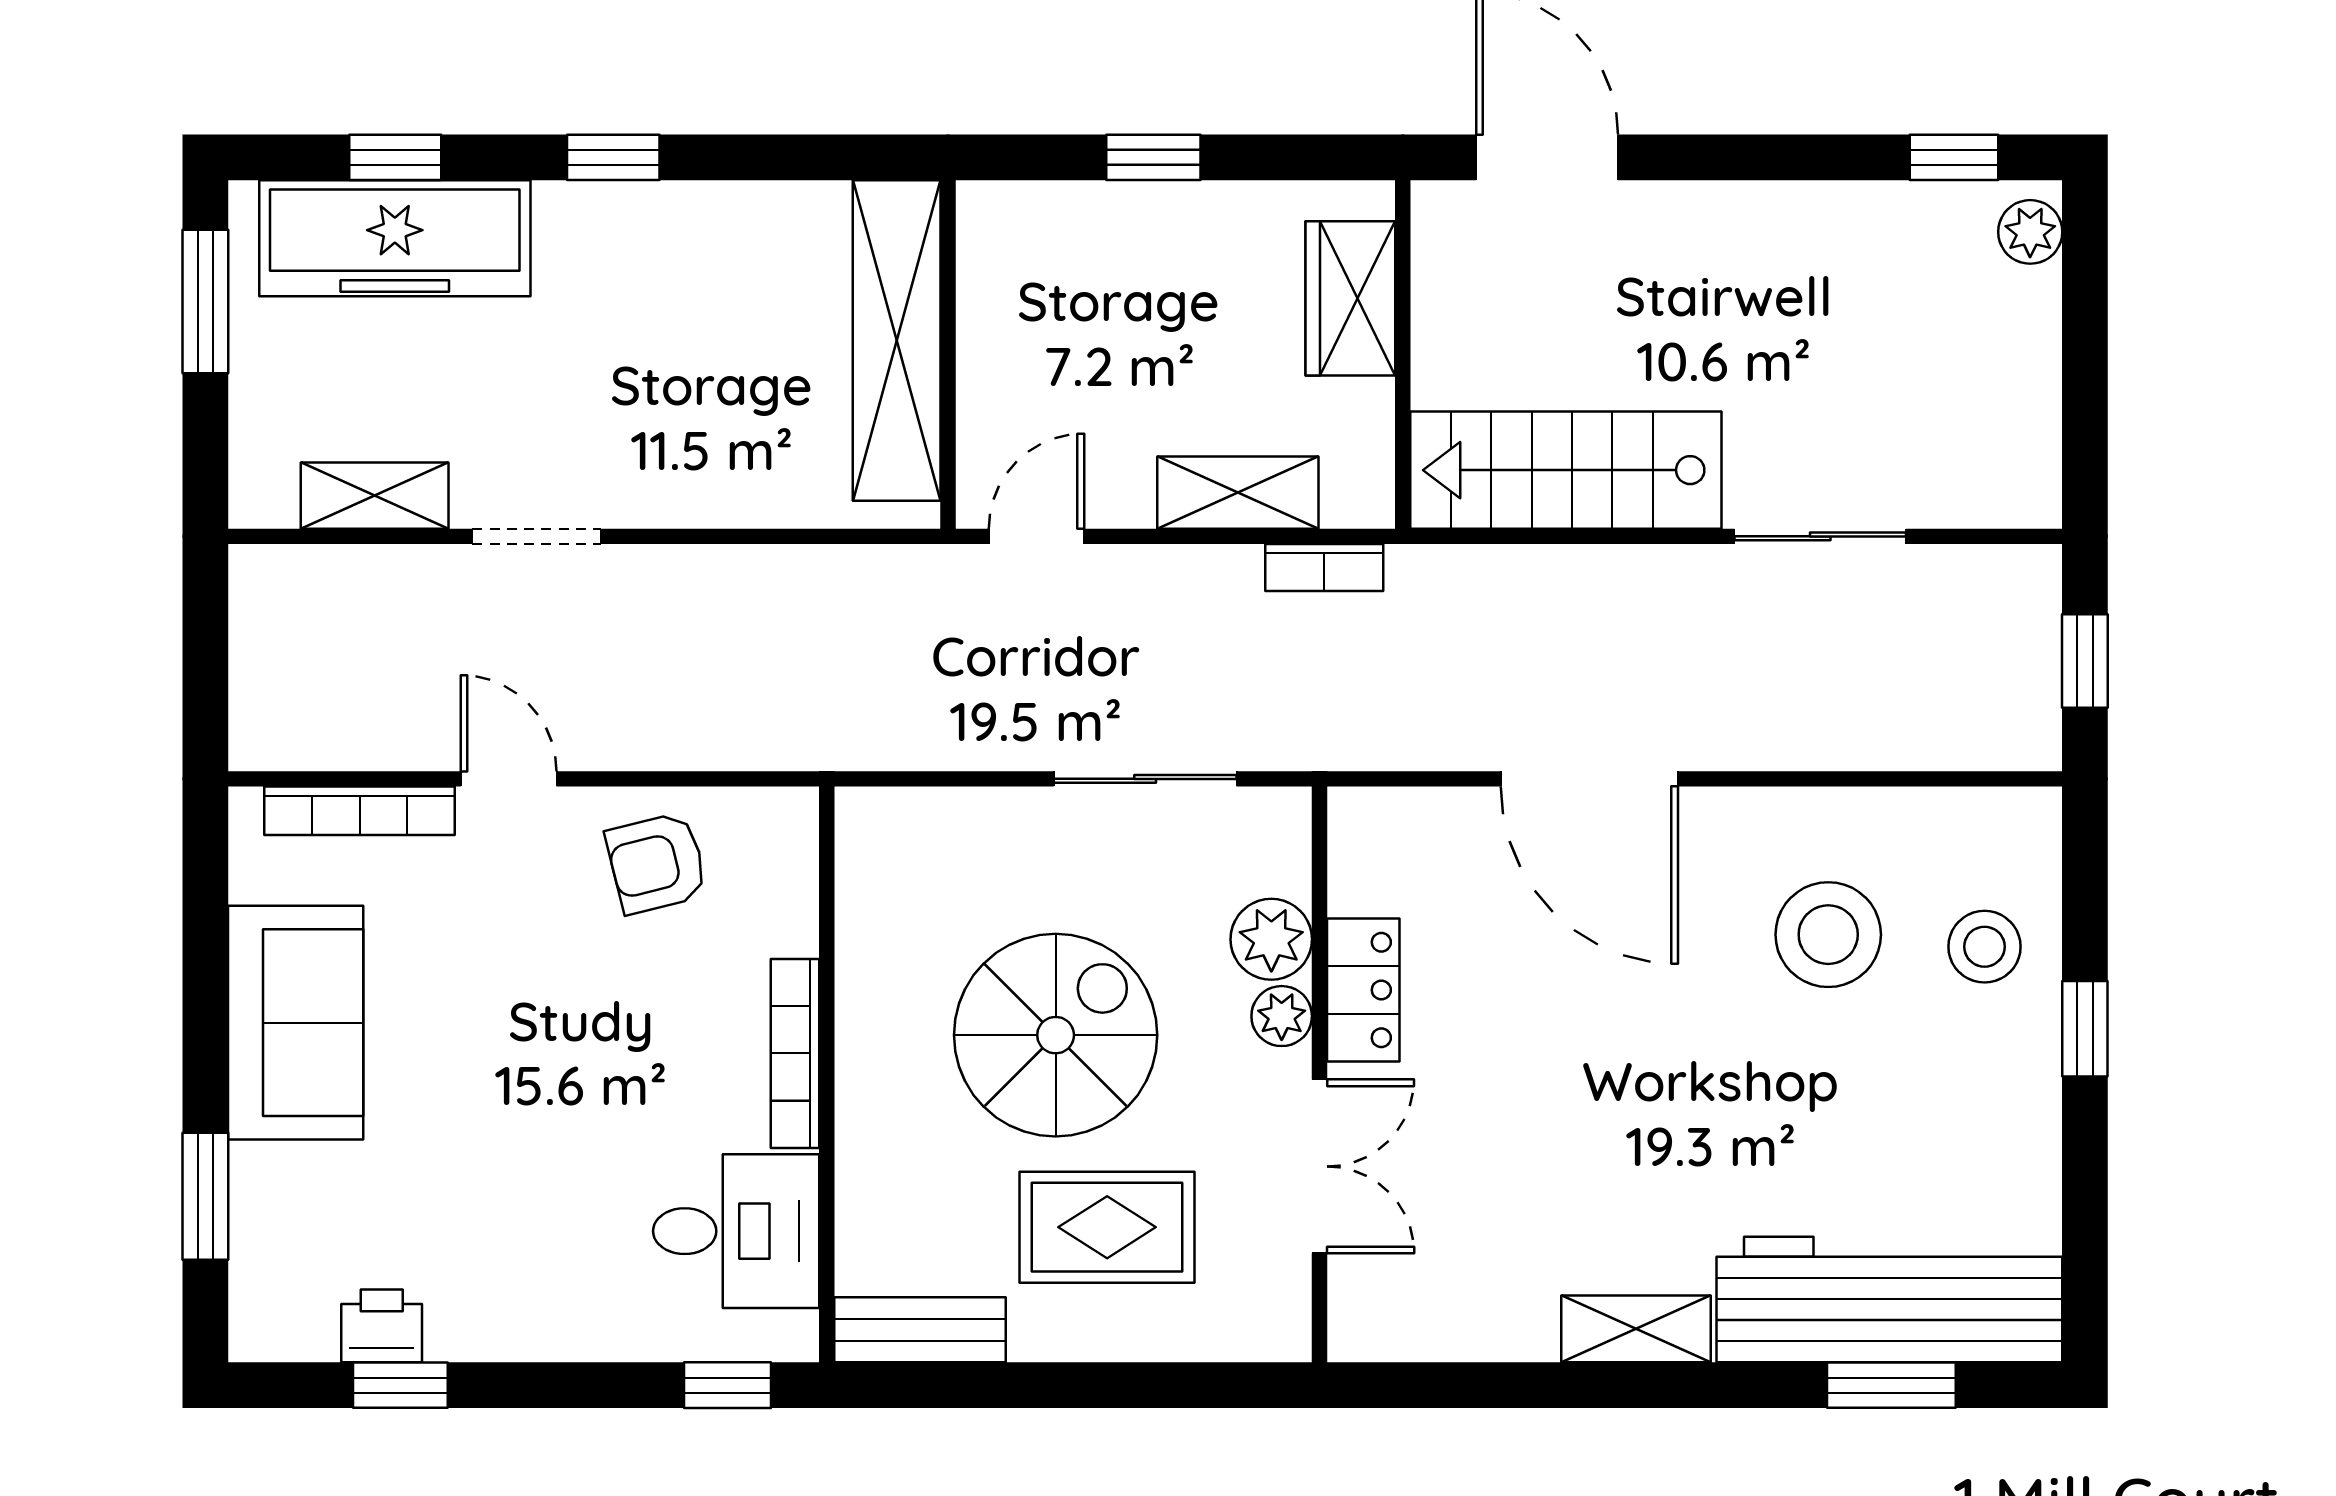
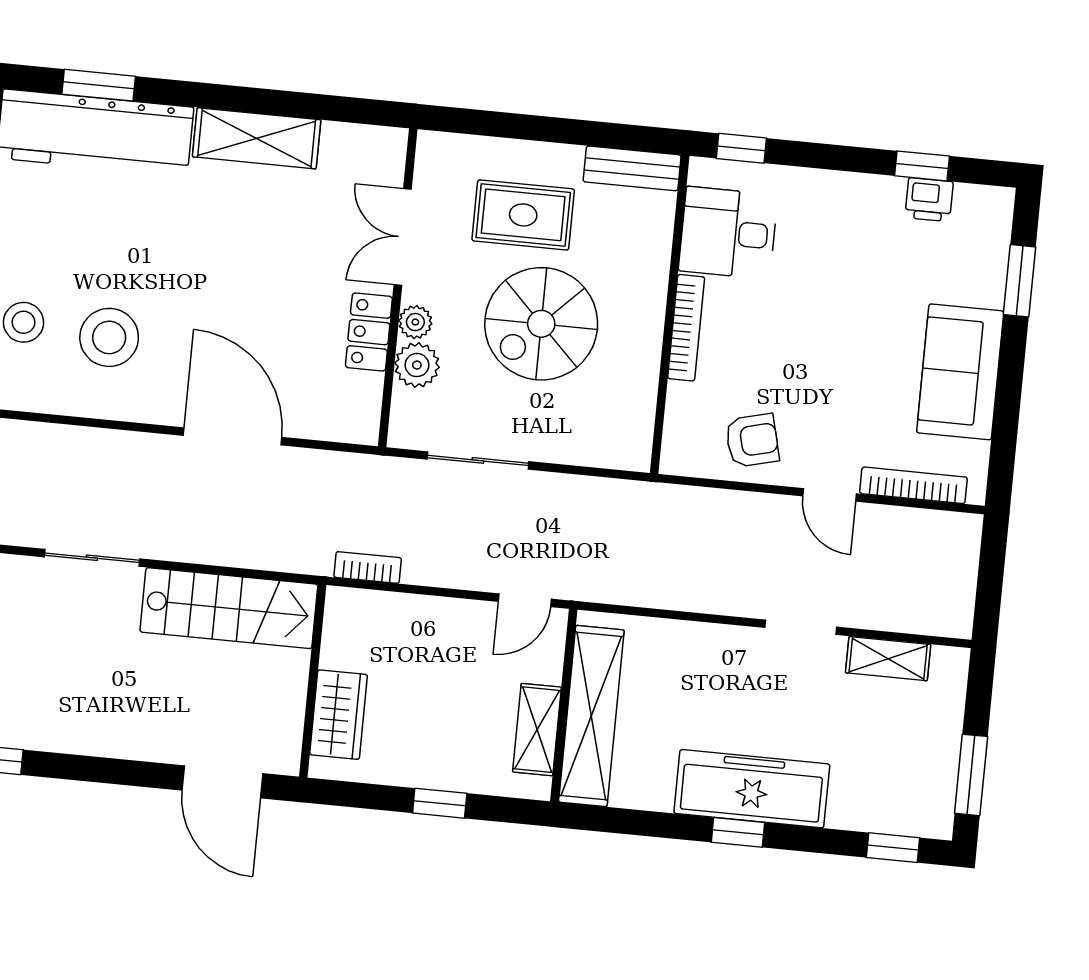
window: (395, 157) -> (893, 848), moved
freezer: (395, 238) -> (752, 789), moved
shelving: (1238, 493) -> (537, 730), moved, turned 90
shelving: (1636, 1329) -> (257, 138), width x1.50, depth x1.33

